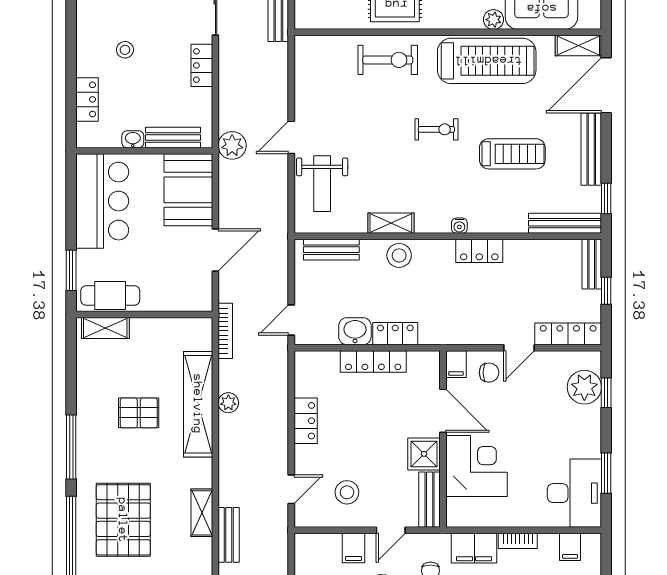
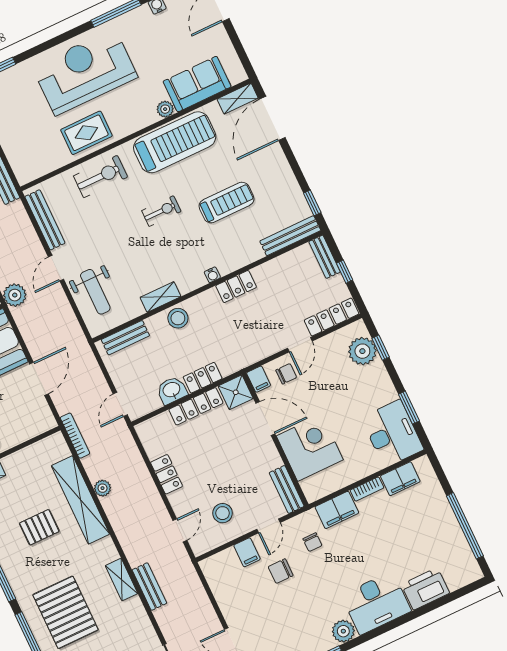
bench: (591, 149) -> (45, 220), moved
shower: (424, 454) -> (236, 392), moved
filing cabinet: (570, 547) -> (400, 479), width x2.00

